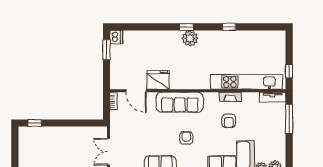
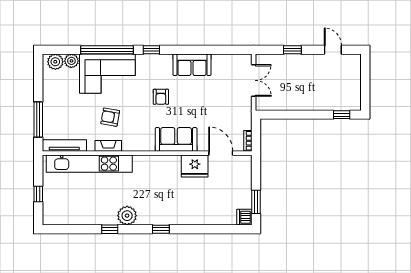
plant: (190, 38) -> (127, 216), moved
window: (289, 71) -> (38, 194), moved
tv unit: (273, 97) -> (64, 146), width x1.41
sofa: (180, 102) -> (176, 139), width x0.73
armchair: (229, 121) -> (110, 117), turned -80

